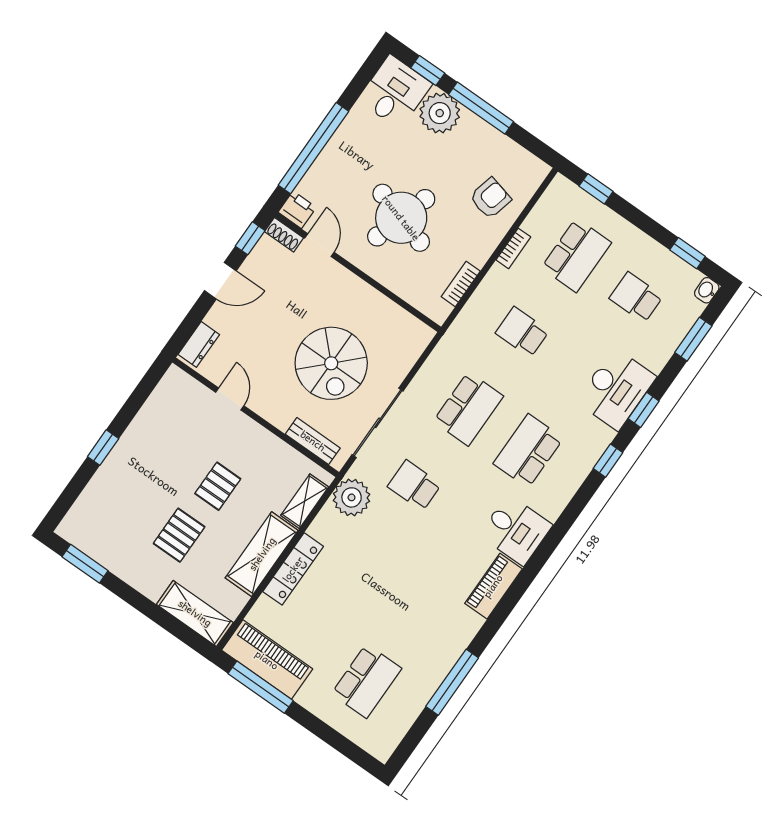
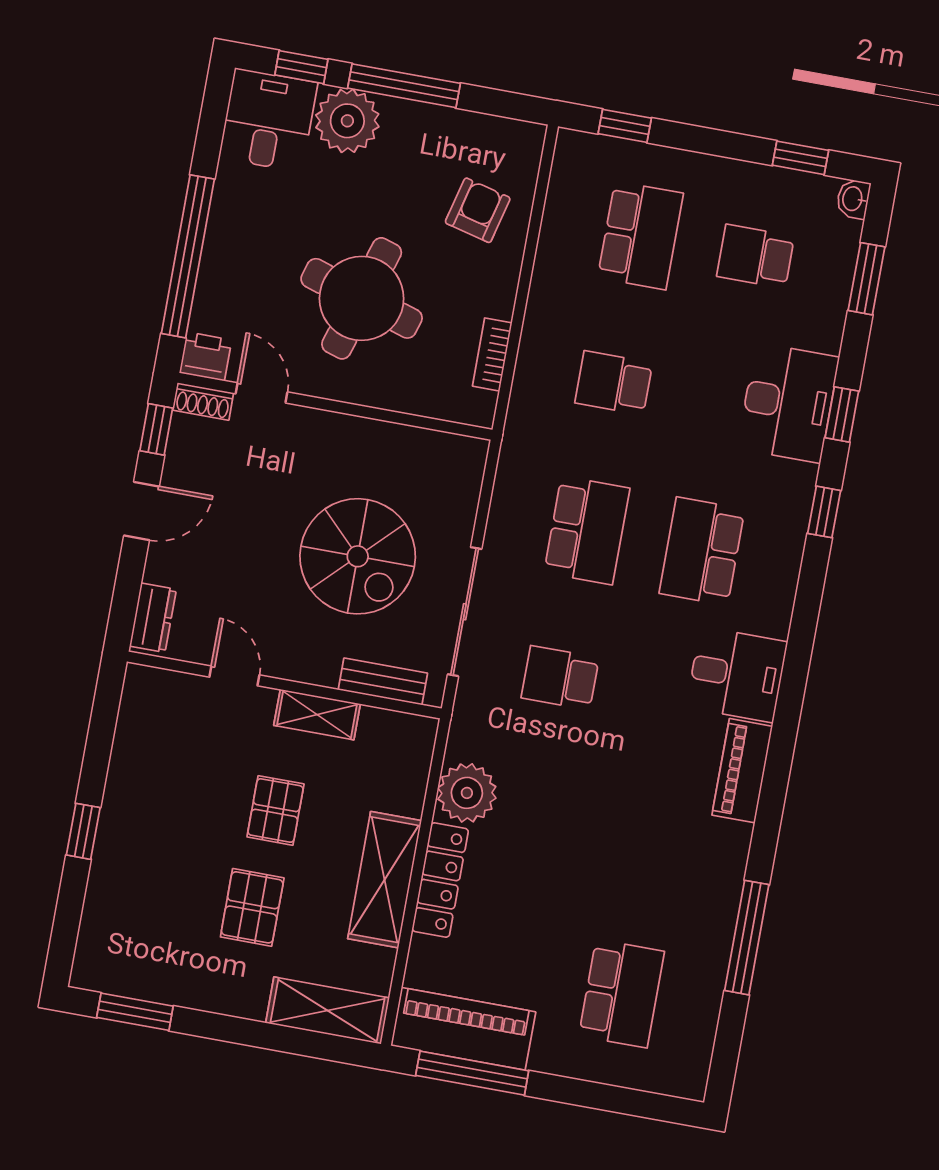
bookcase: (513, 248) -> (545, 268), removed
plant: (352, 497) -> (467, 793), moved
shelving: (305, 501) -> (317, 715), moved, turned 90

